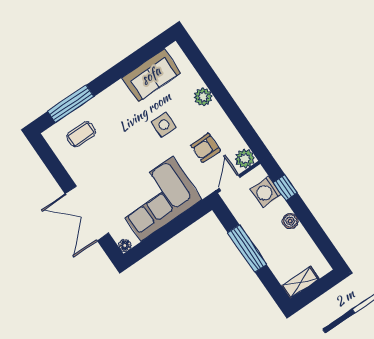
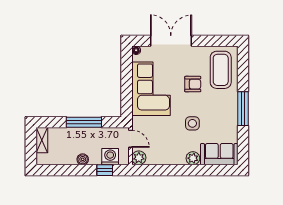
sofa: (151, 75) -> (219, 154), moved, turned 90
window: (71, 104) -> (243, 109), moved
coffee table: (81, 134) -> (221, 70), width x1.86, depth x1.72
armchair: (206, 148) -> (193, 84), moved, turned 90

